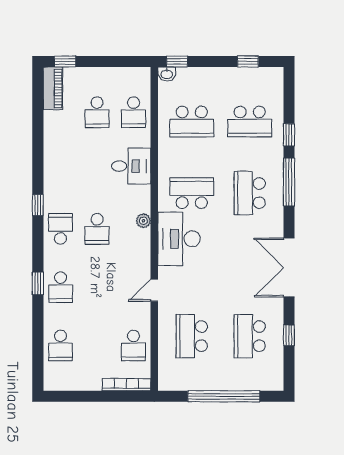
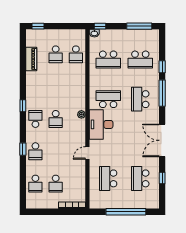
window: (248, 61) -> (139, 26), width x2.17
piano: (53, 88) -> (31, 59), moved
desk: (131, 166) -> (75, 84), removed
school desk: (133, 345) -> (56, 184), moved

